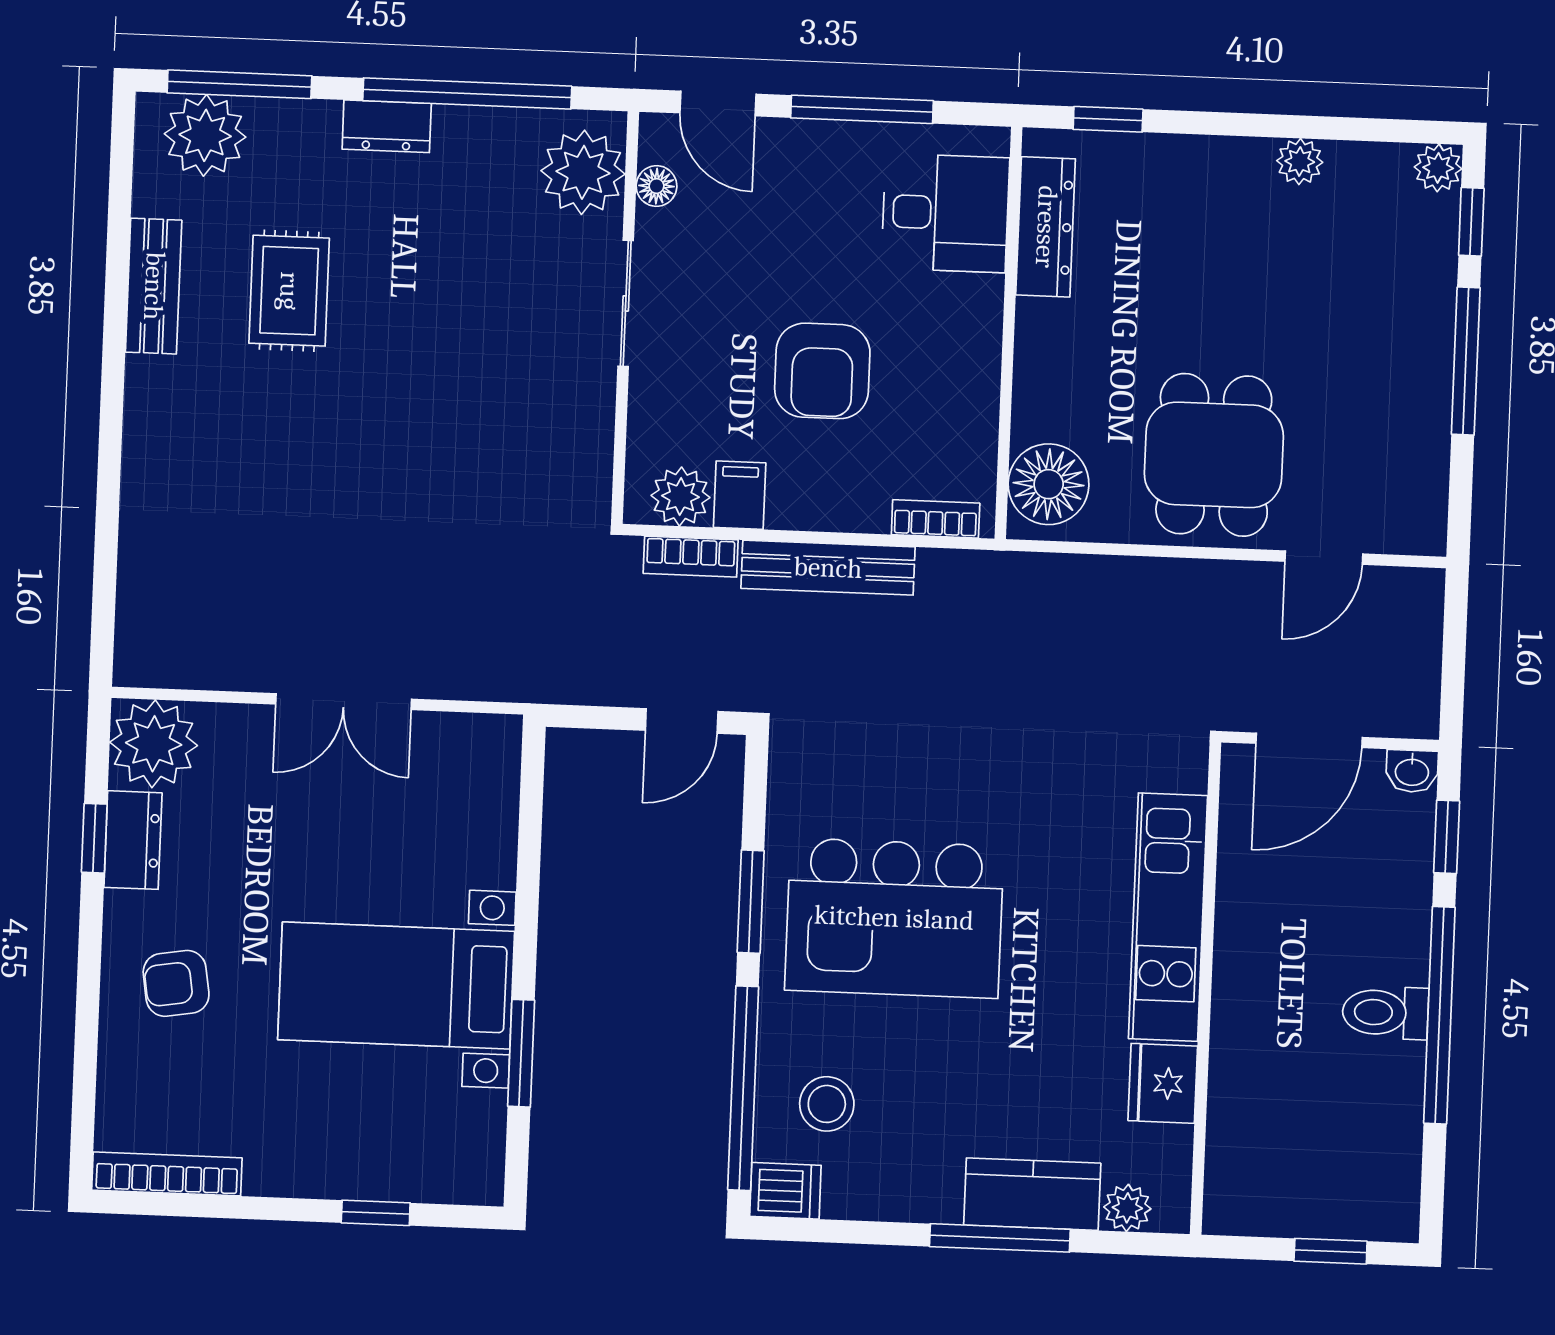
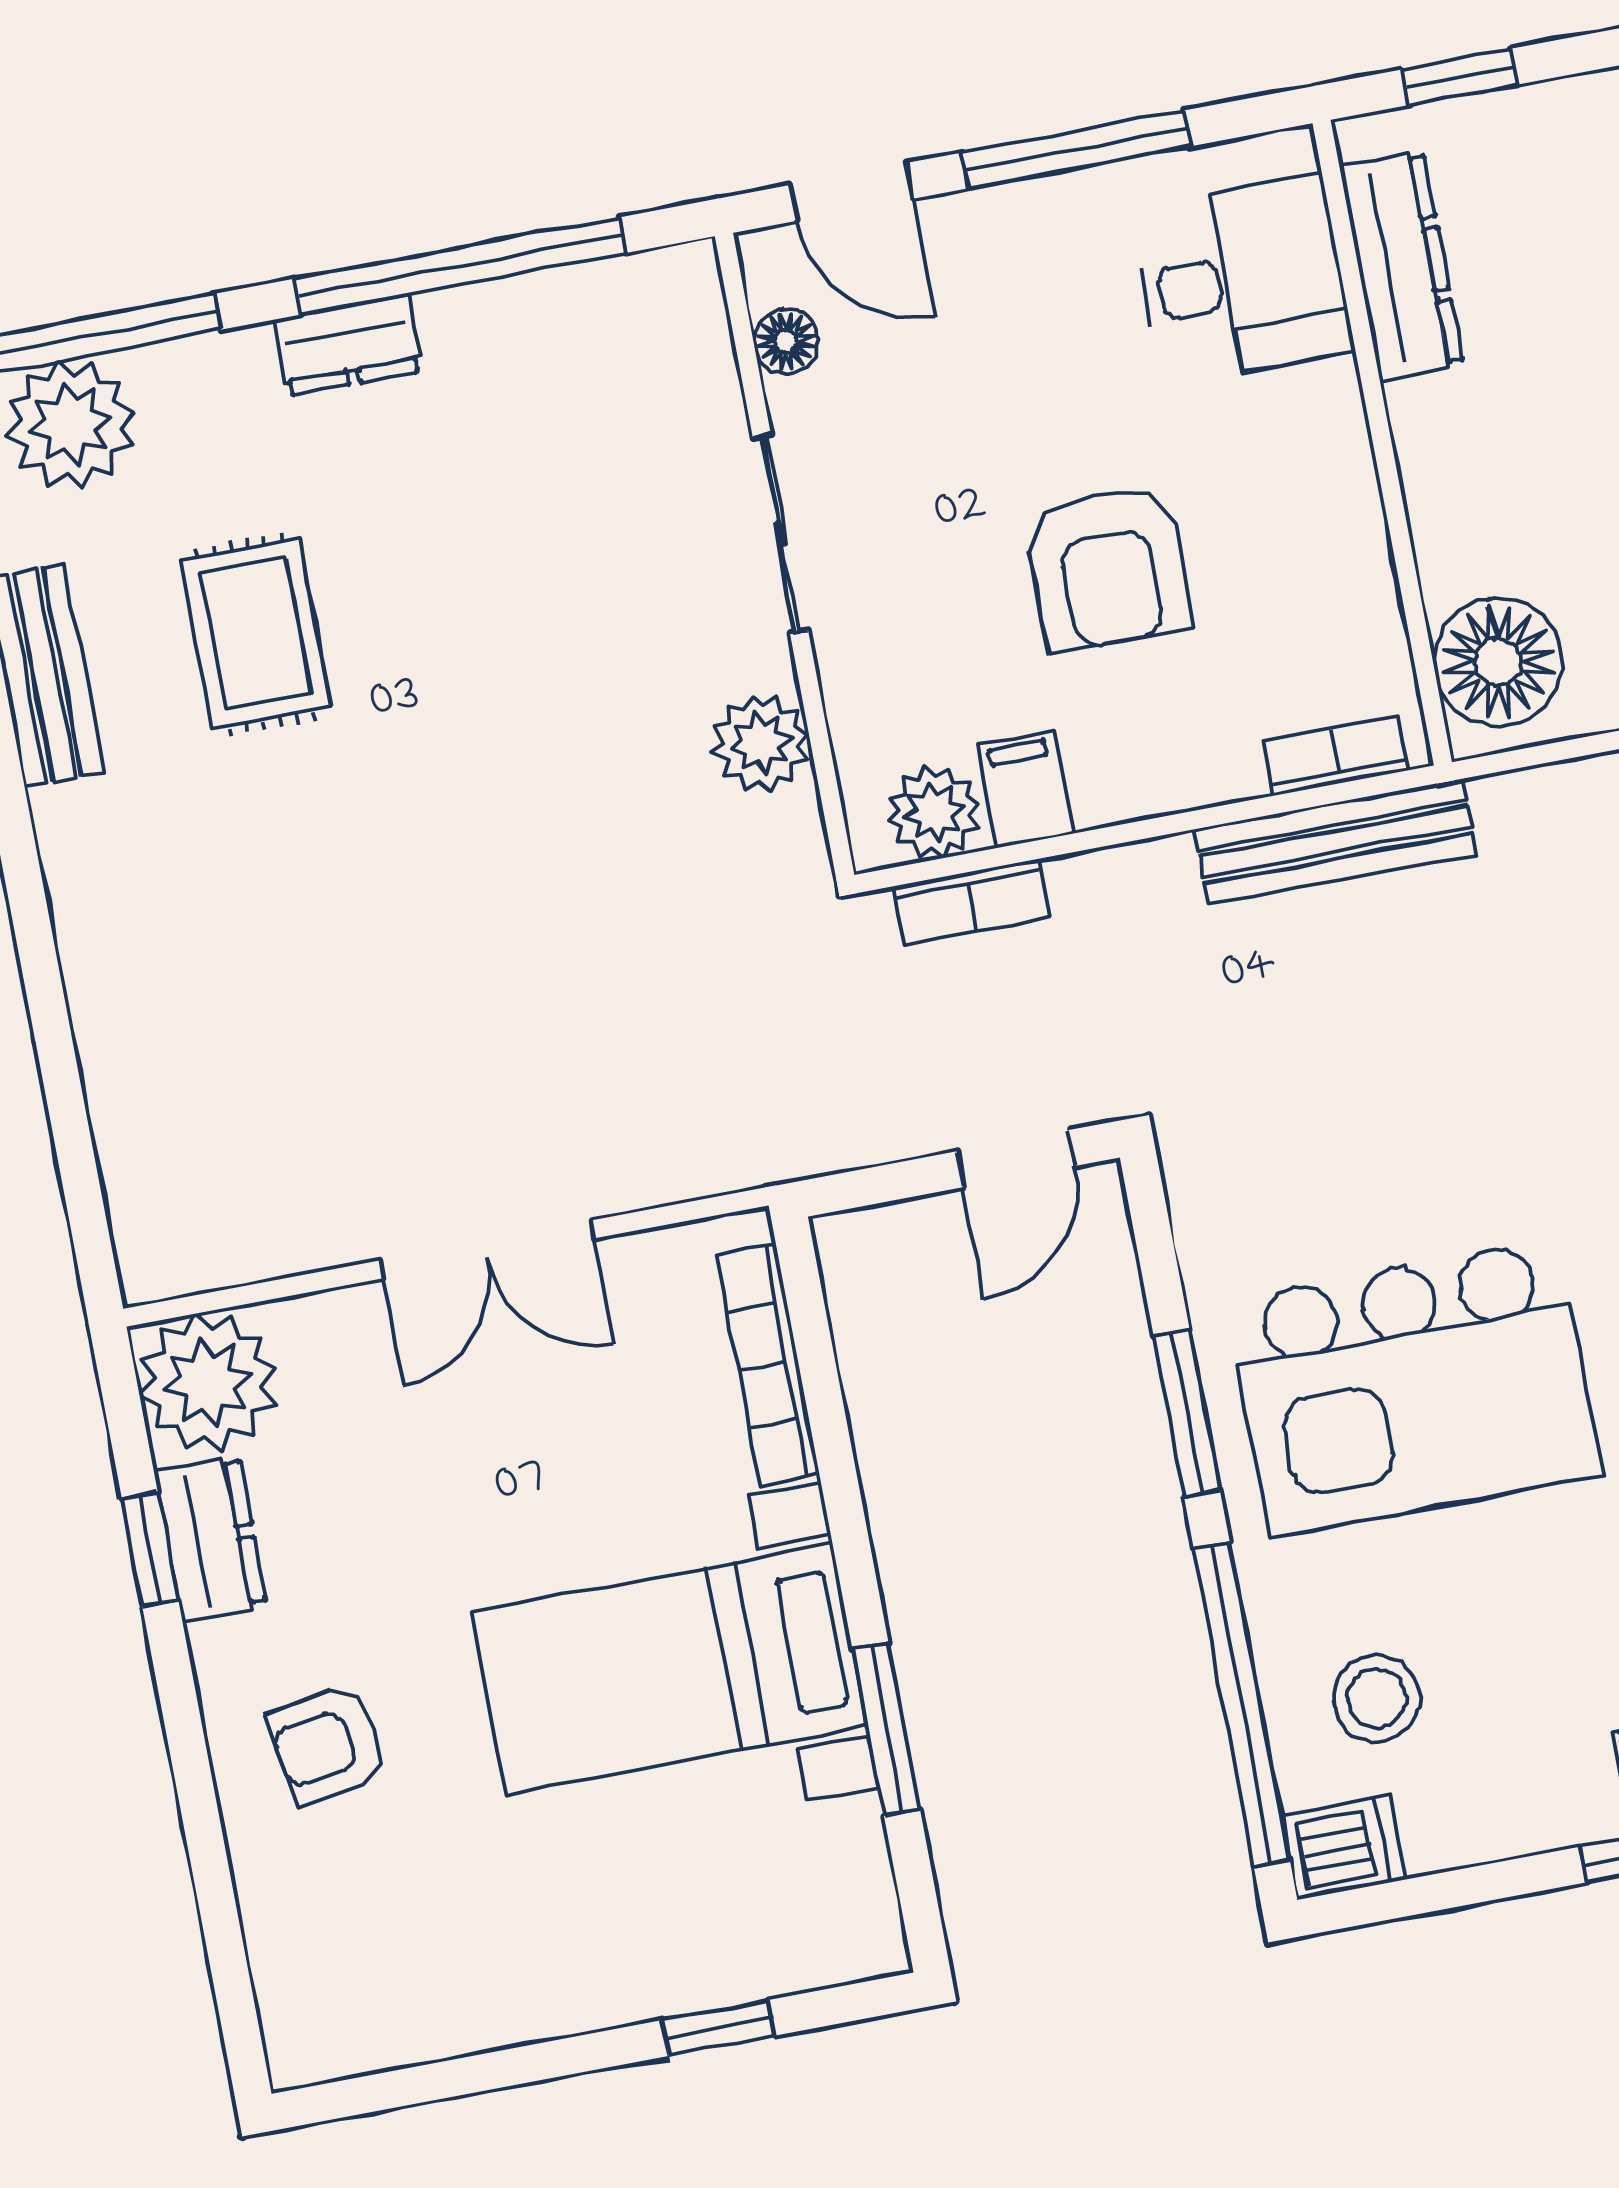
plant: (583, 172) -> (761, 743), moved, width x0.73, depth x0.73
bench: (828, 568) -> (1336, 842), moved
bookcase: (167, 1174) -> (768, 1365), moved, turned -90

